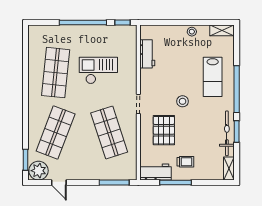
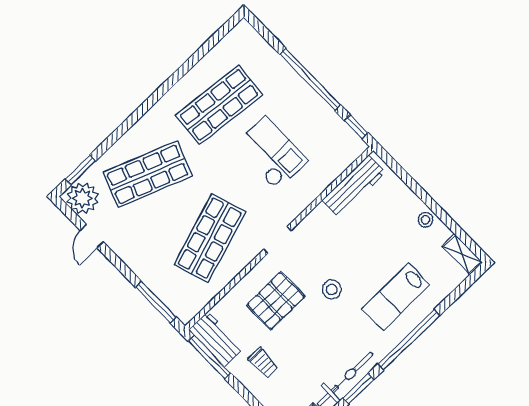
workbench: (147, 54) -> (354, 186), width x1.38
window: (175, 183) -> (209, 357), moved

